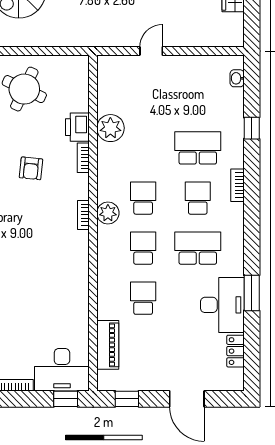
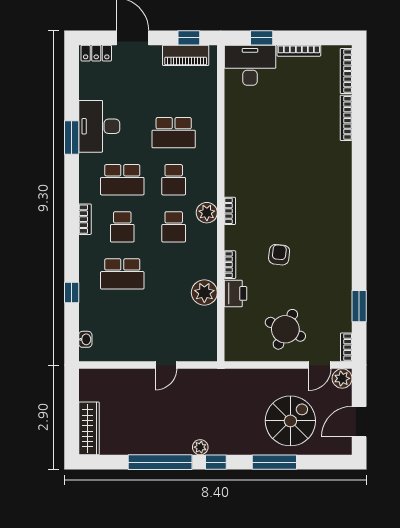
bookcase: (237, 185) -> (85, 219), moved
school desk: (143, 298) -> (174, 133), width x1.85
piano: (108, 345) -> (186, 55), moved, turned -90
locker: (235, 351) -> (96, 53), moved, turned 90
window: (66, 399) -> (262, 38), moved

